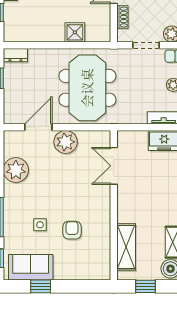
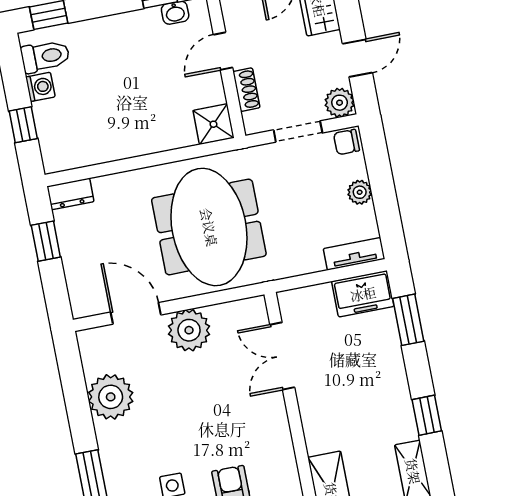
shower: (75, 32) -> (213, 124), moved
door: (38, 127) -> (136, 313), hinge flipped

